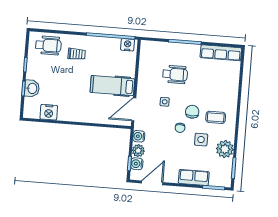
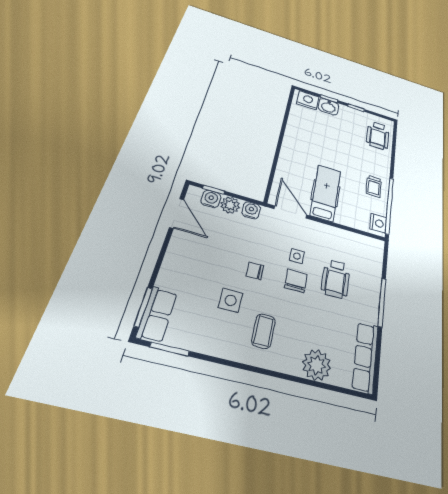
trolley: (77, 54) -> (374, 186), moved
nightstand: (49, 112) -> (308, 100), moved, turned 90
chair: (192, 112) -> (296, 281), moved, turned -90
plant: (225, 149) -> (317, 365), moved
row of seats: (194, 177) -> (157, 315), moved

